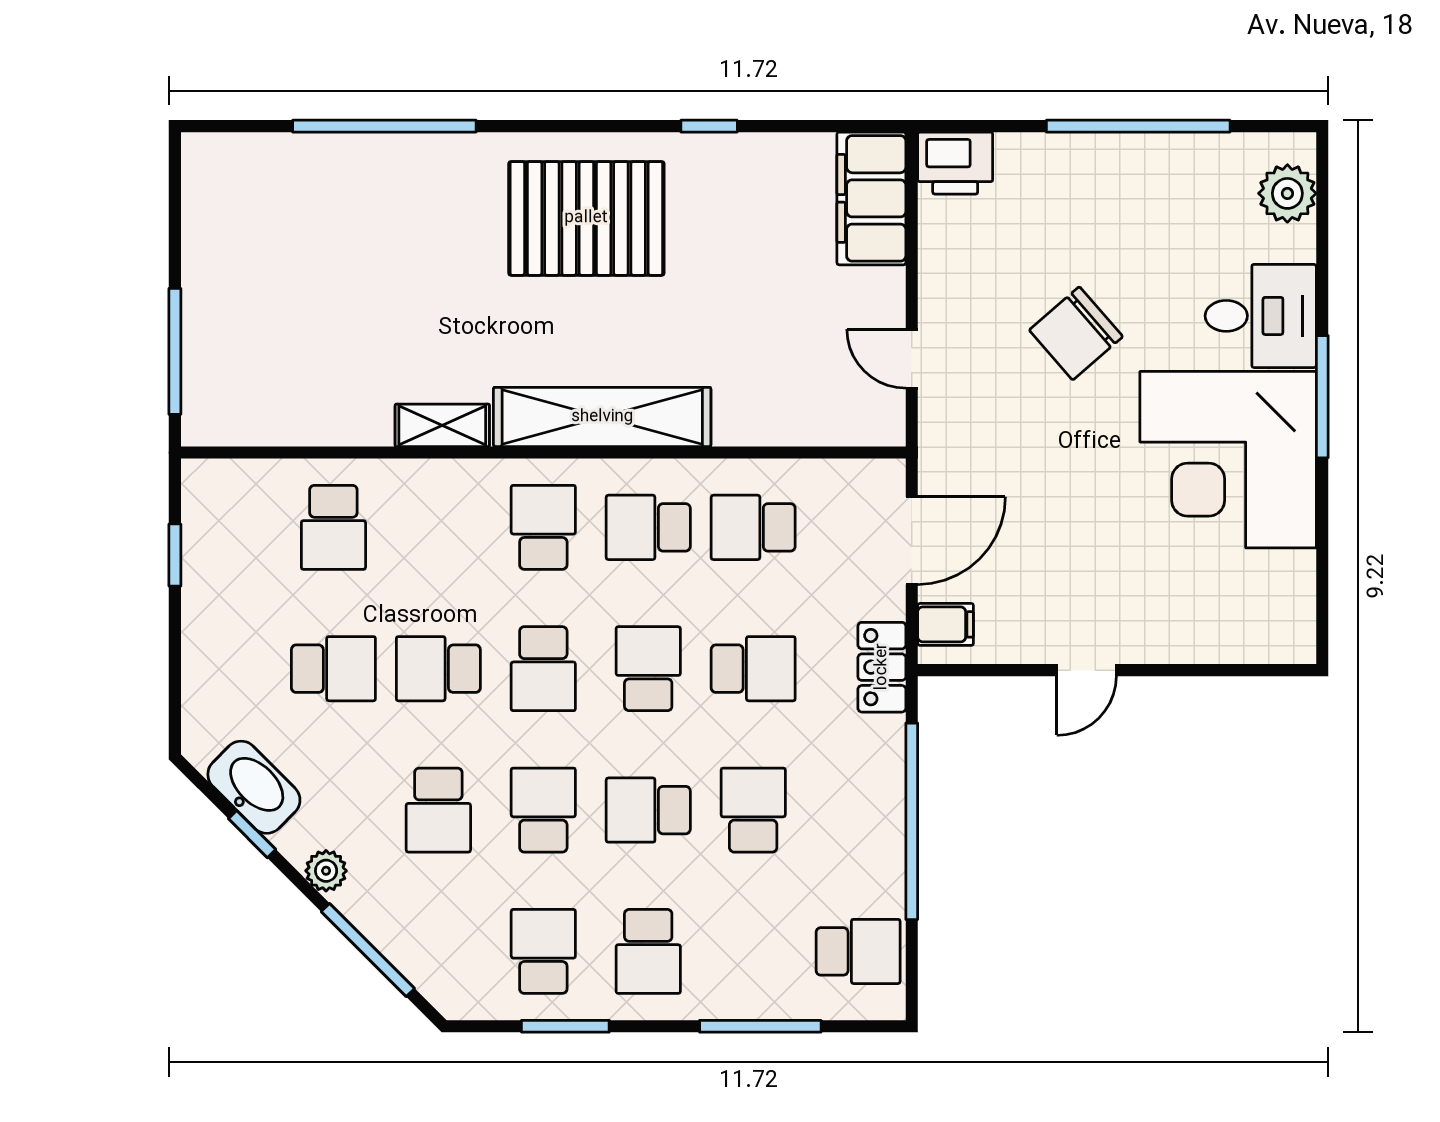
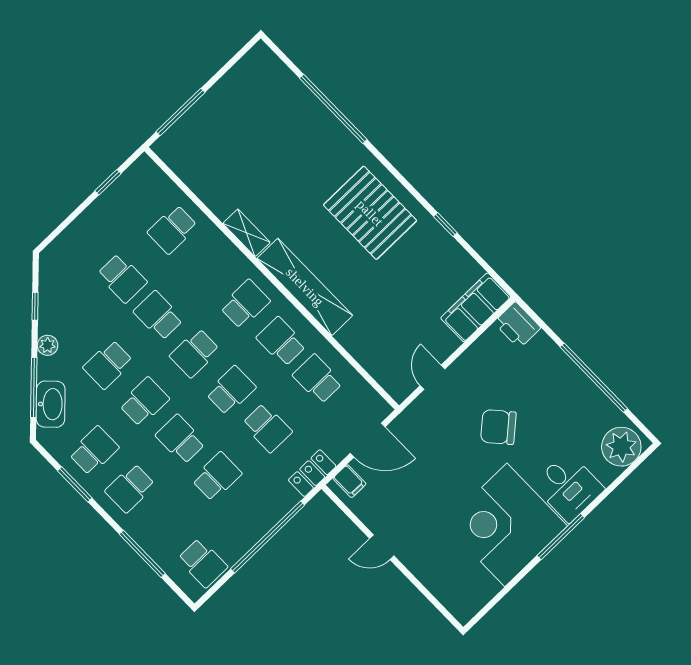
plant: (1287, 193) -> (621, 447), width x1.36, depth x1.36
washbasin: (254, 787) -> (51, 404), moved

